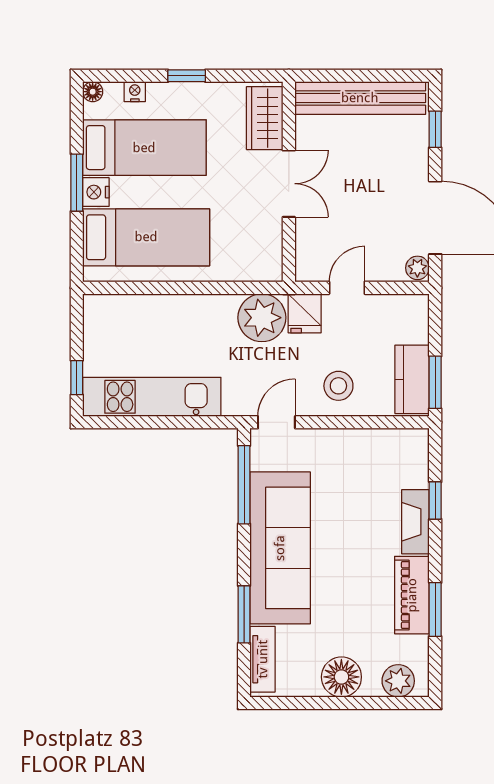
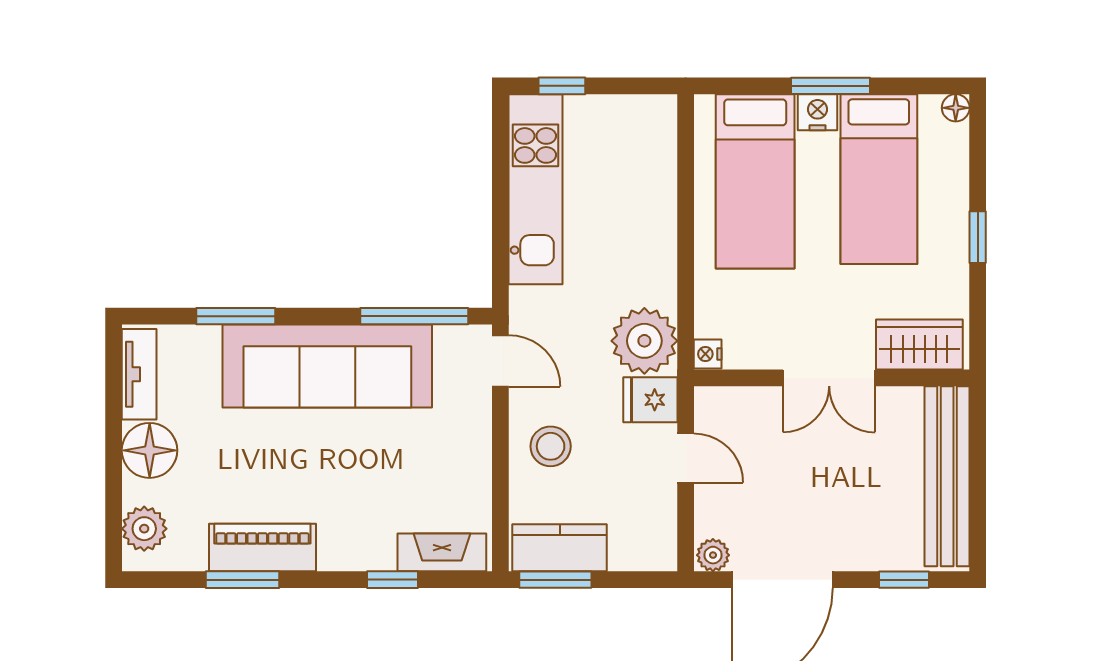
nightstand: (135, 92) -> (708, 354), moved, turned 180
fireplace: (415, 522) -> (442, 552), moved
tv unit: (263, 659) -> (139, 374), moved, turned -90

